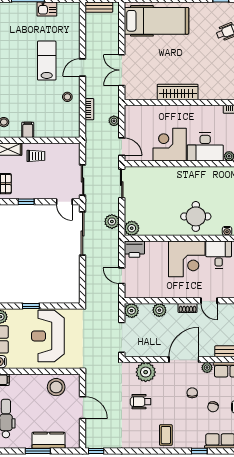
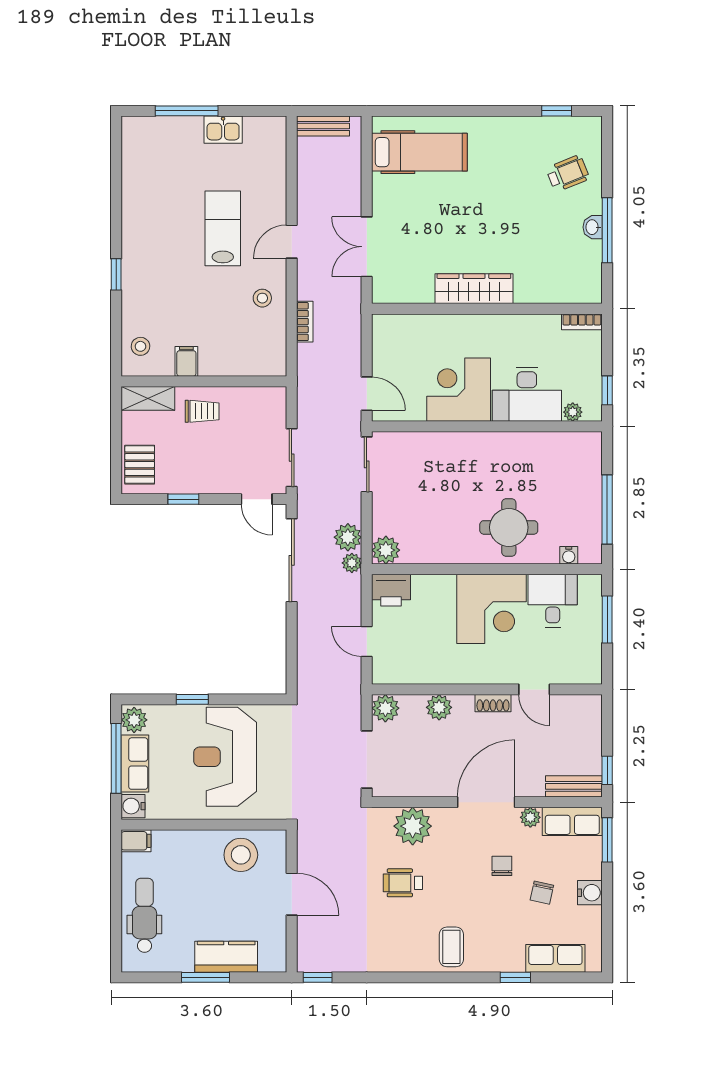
hospital bed: (156, 21) -> (419, 152), width x0.73, depth x0.78
plant: (114, 121) -> (352, 563), moved

